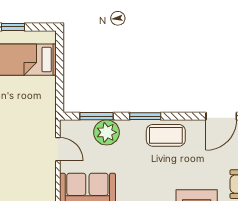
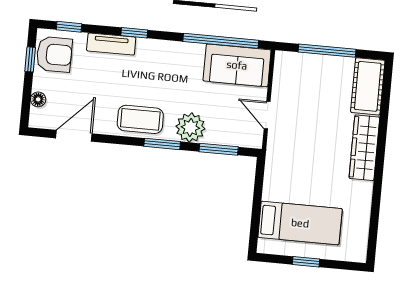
plant: (107, 132) -> (190, 127), moved

